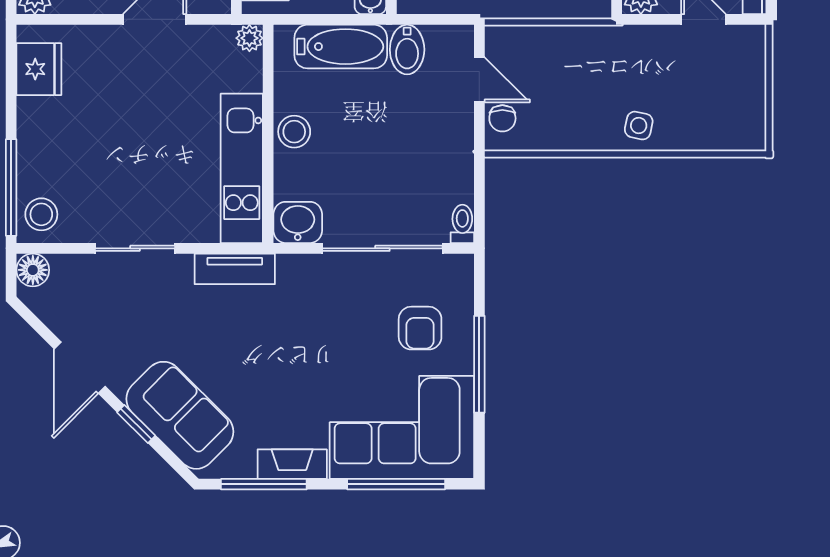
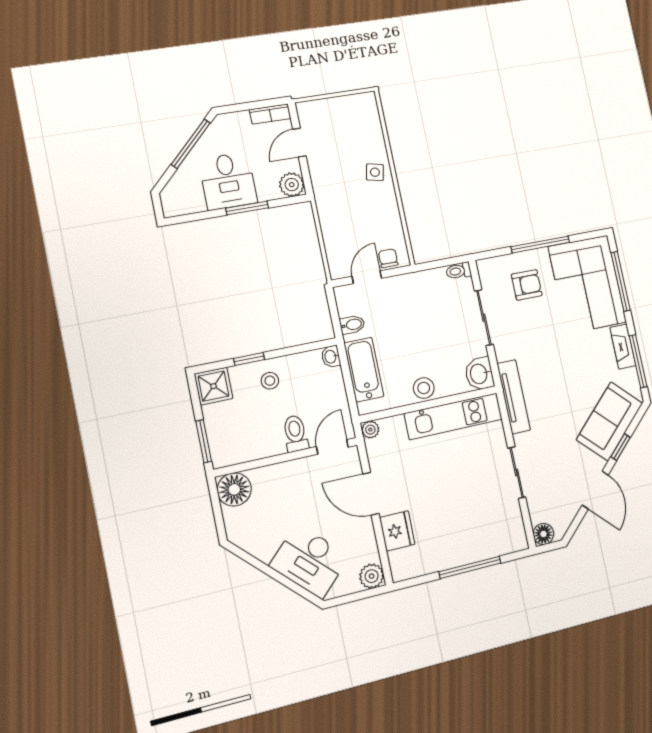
bidet: (407, 50) -> (352, 325), width x0.72, depth x0.74
fridge: (39, 69) -> (397, 531), moved, turned 90
chair: (502, 118) -> (388, 258), turned -90
window: (11, 188) -> (470, 567), moved
stool: (41, 214) -> (509, 537), removed
sliding door: (382, 248) -> (484, 318), width x0.73
tv unit: (235, 269) -> (514, 397), width x1.41
door: (80, 368) -> (595, 490), hinge flipped

